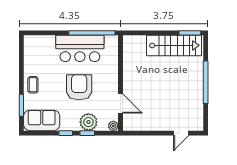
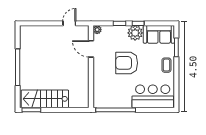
bar counter: (80, 48) -> (153, 96), moved
armchair: (79, 87) -> (127, 63), turned 90
plant: (88, 122) -> (135, 33), moved
door: (181, 133) -> (69, 23), moved

